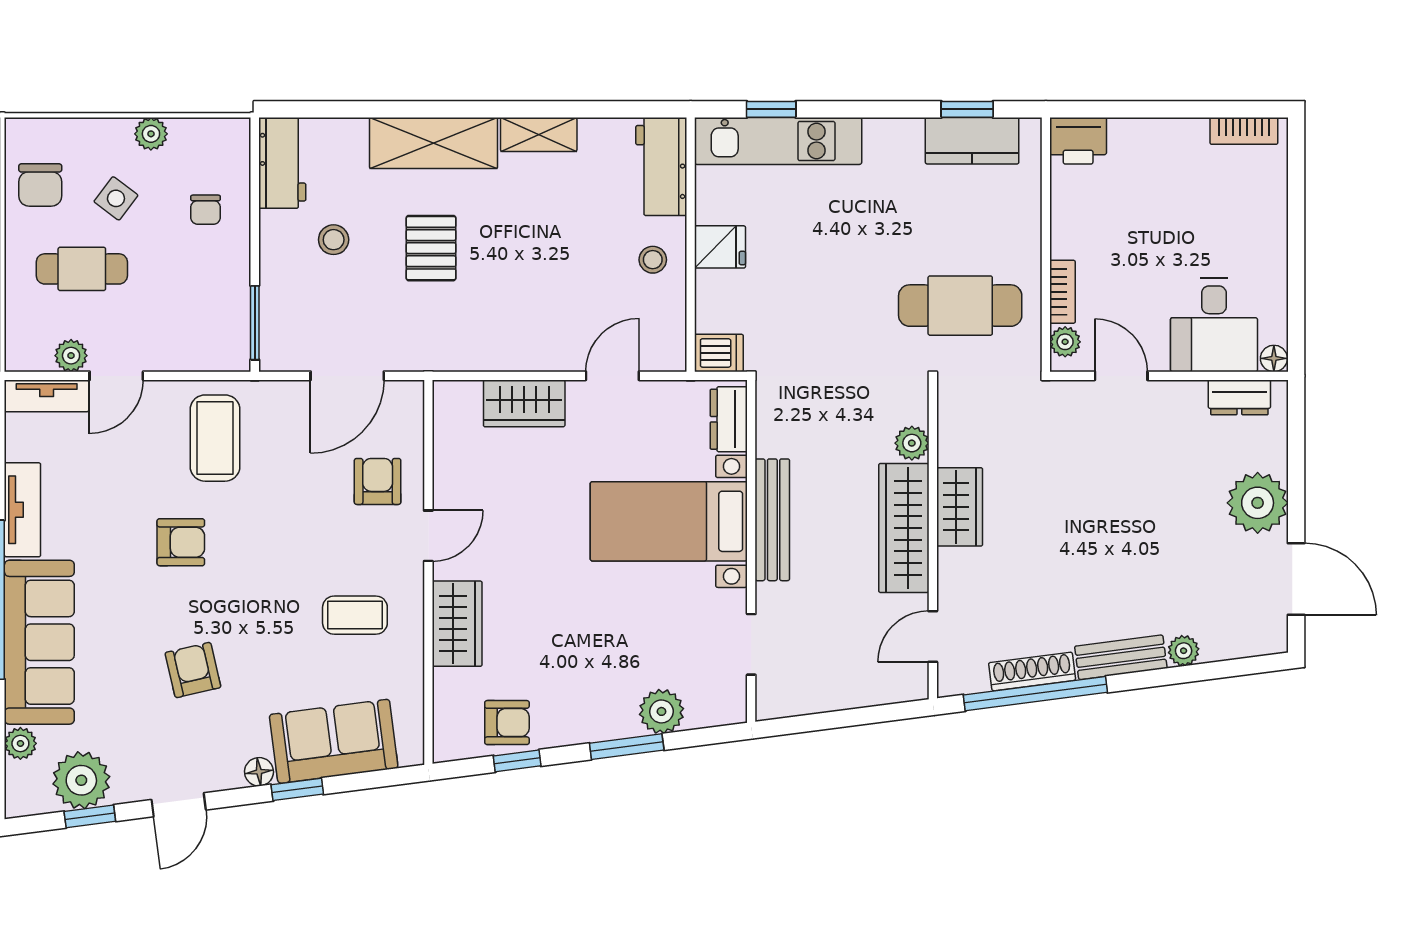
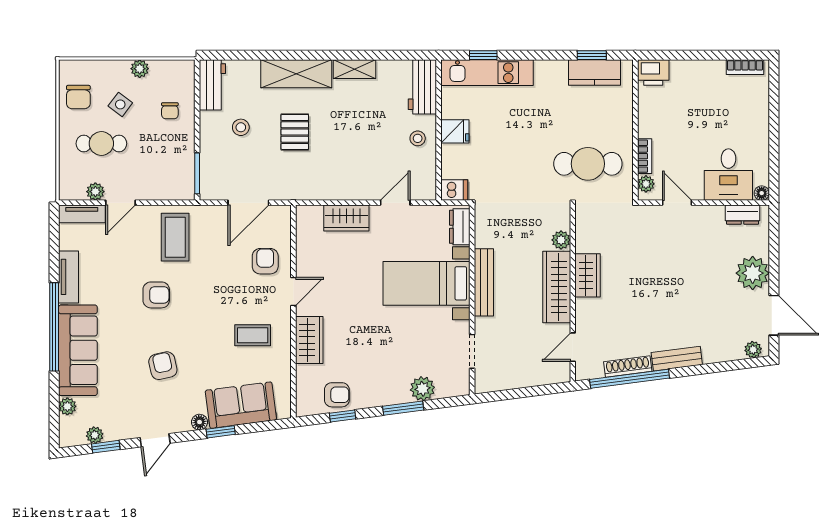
plant: (1184, 651) -> (753, 350), moved
plant: (81, 780) -> (95, 435), width x0.53, depth x0.53

